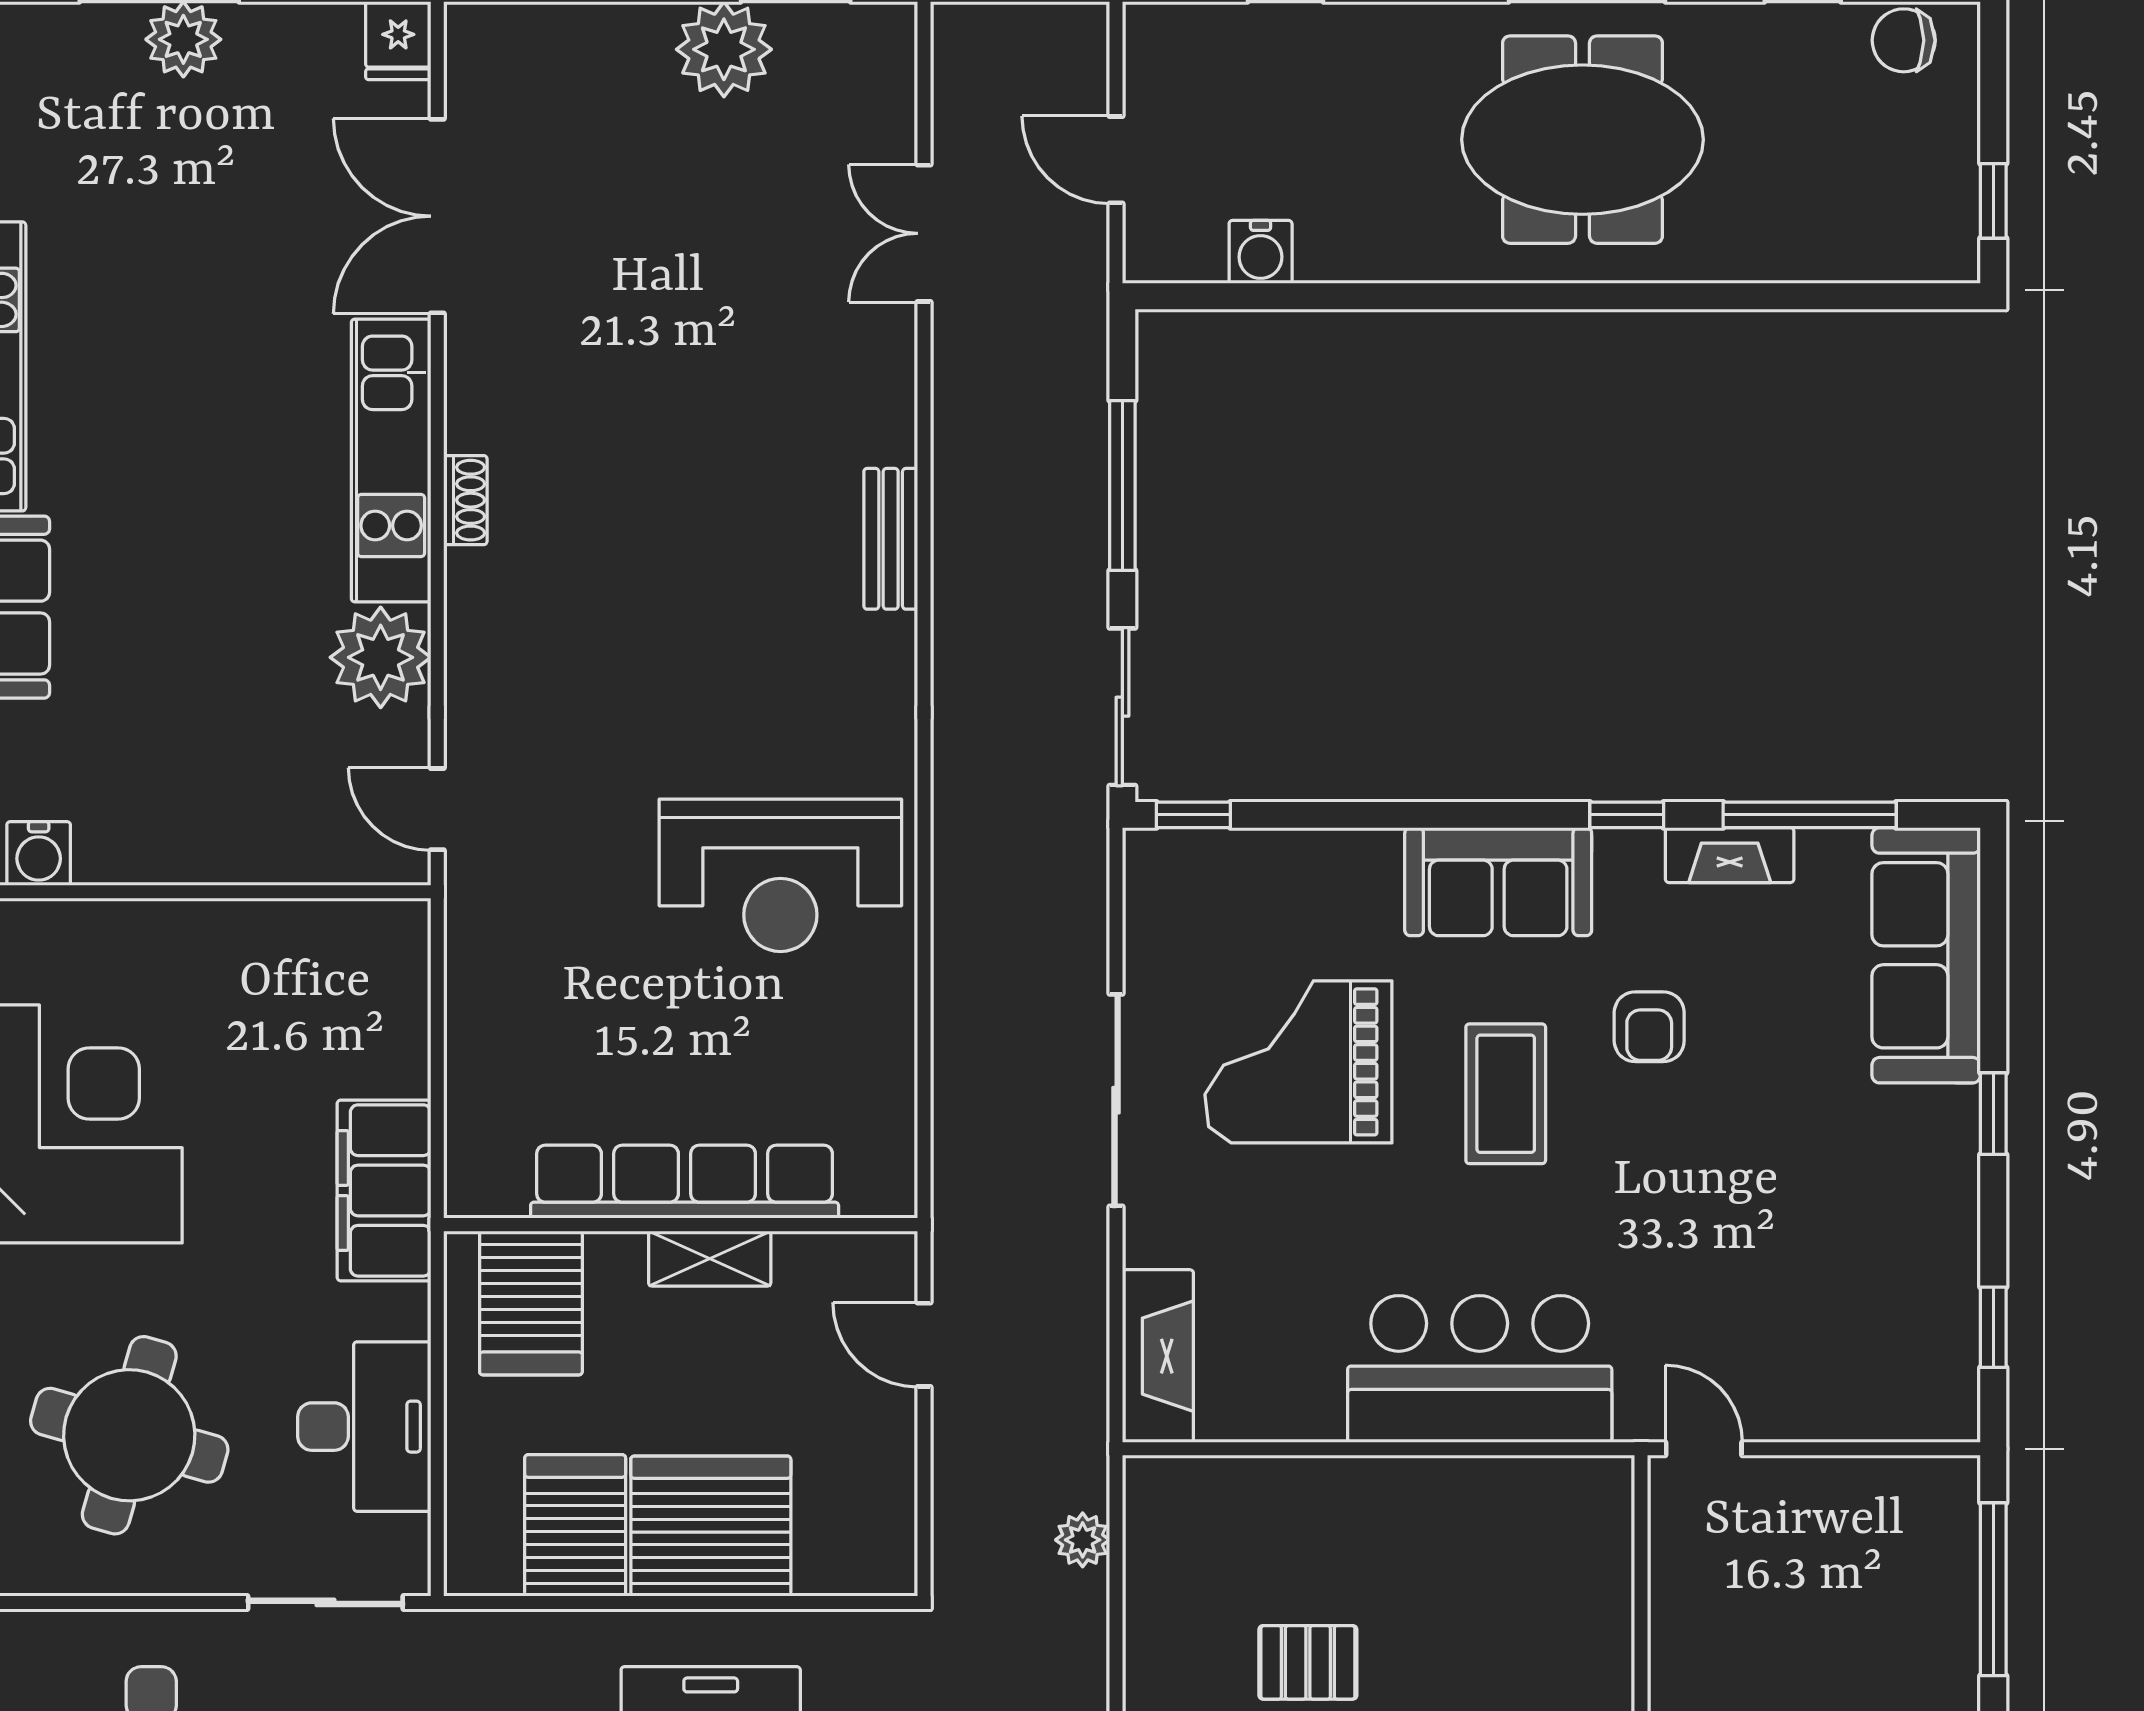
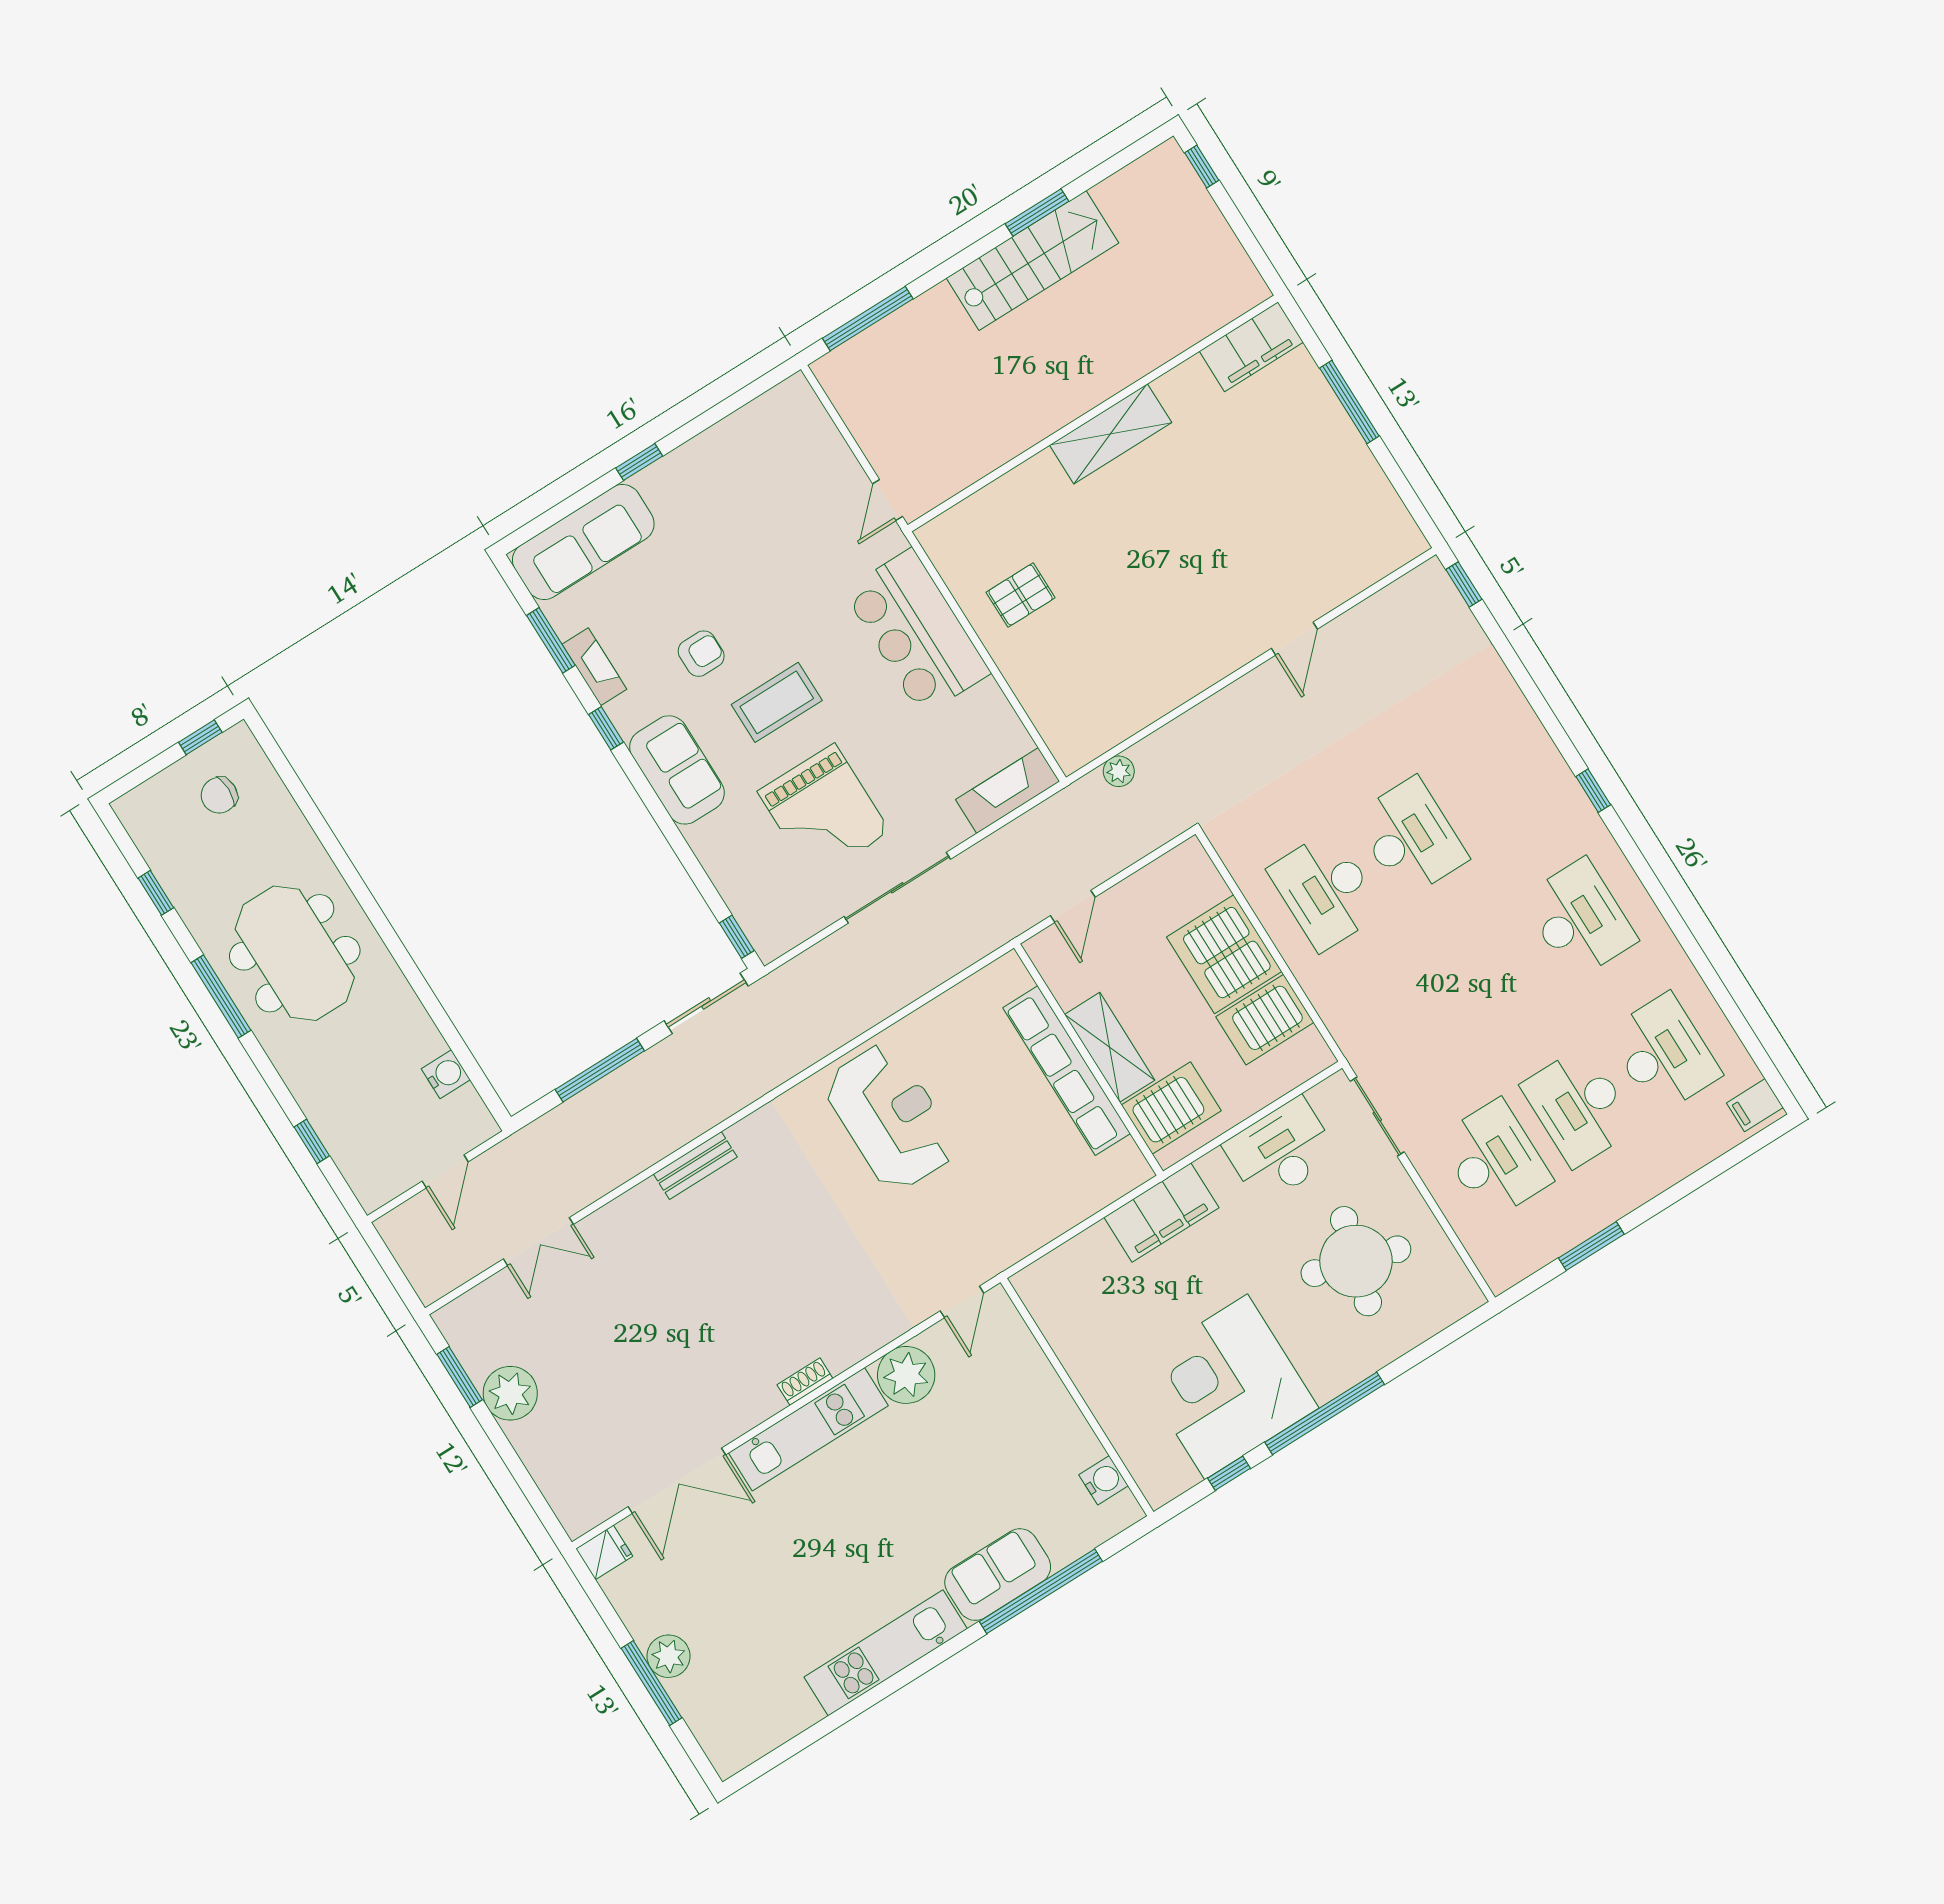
chair: (1904, 40) -> (219, 795), moved, turned 90
window: (1810, 815) -> (551, 640), width x0.69
shelving: (710, 1259) -> (1110, 1047), width x1.50, depth x1.33
window: (1993, 1327) -> (742, 398), removed
pallet: (1308, 1662) -> (1021, 595), moved, turned 90

